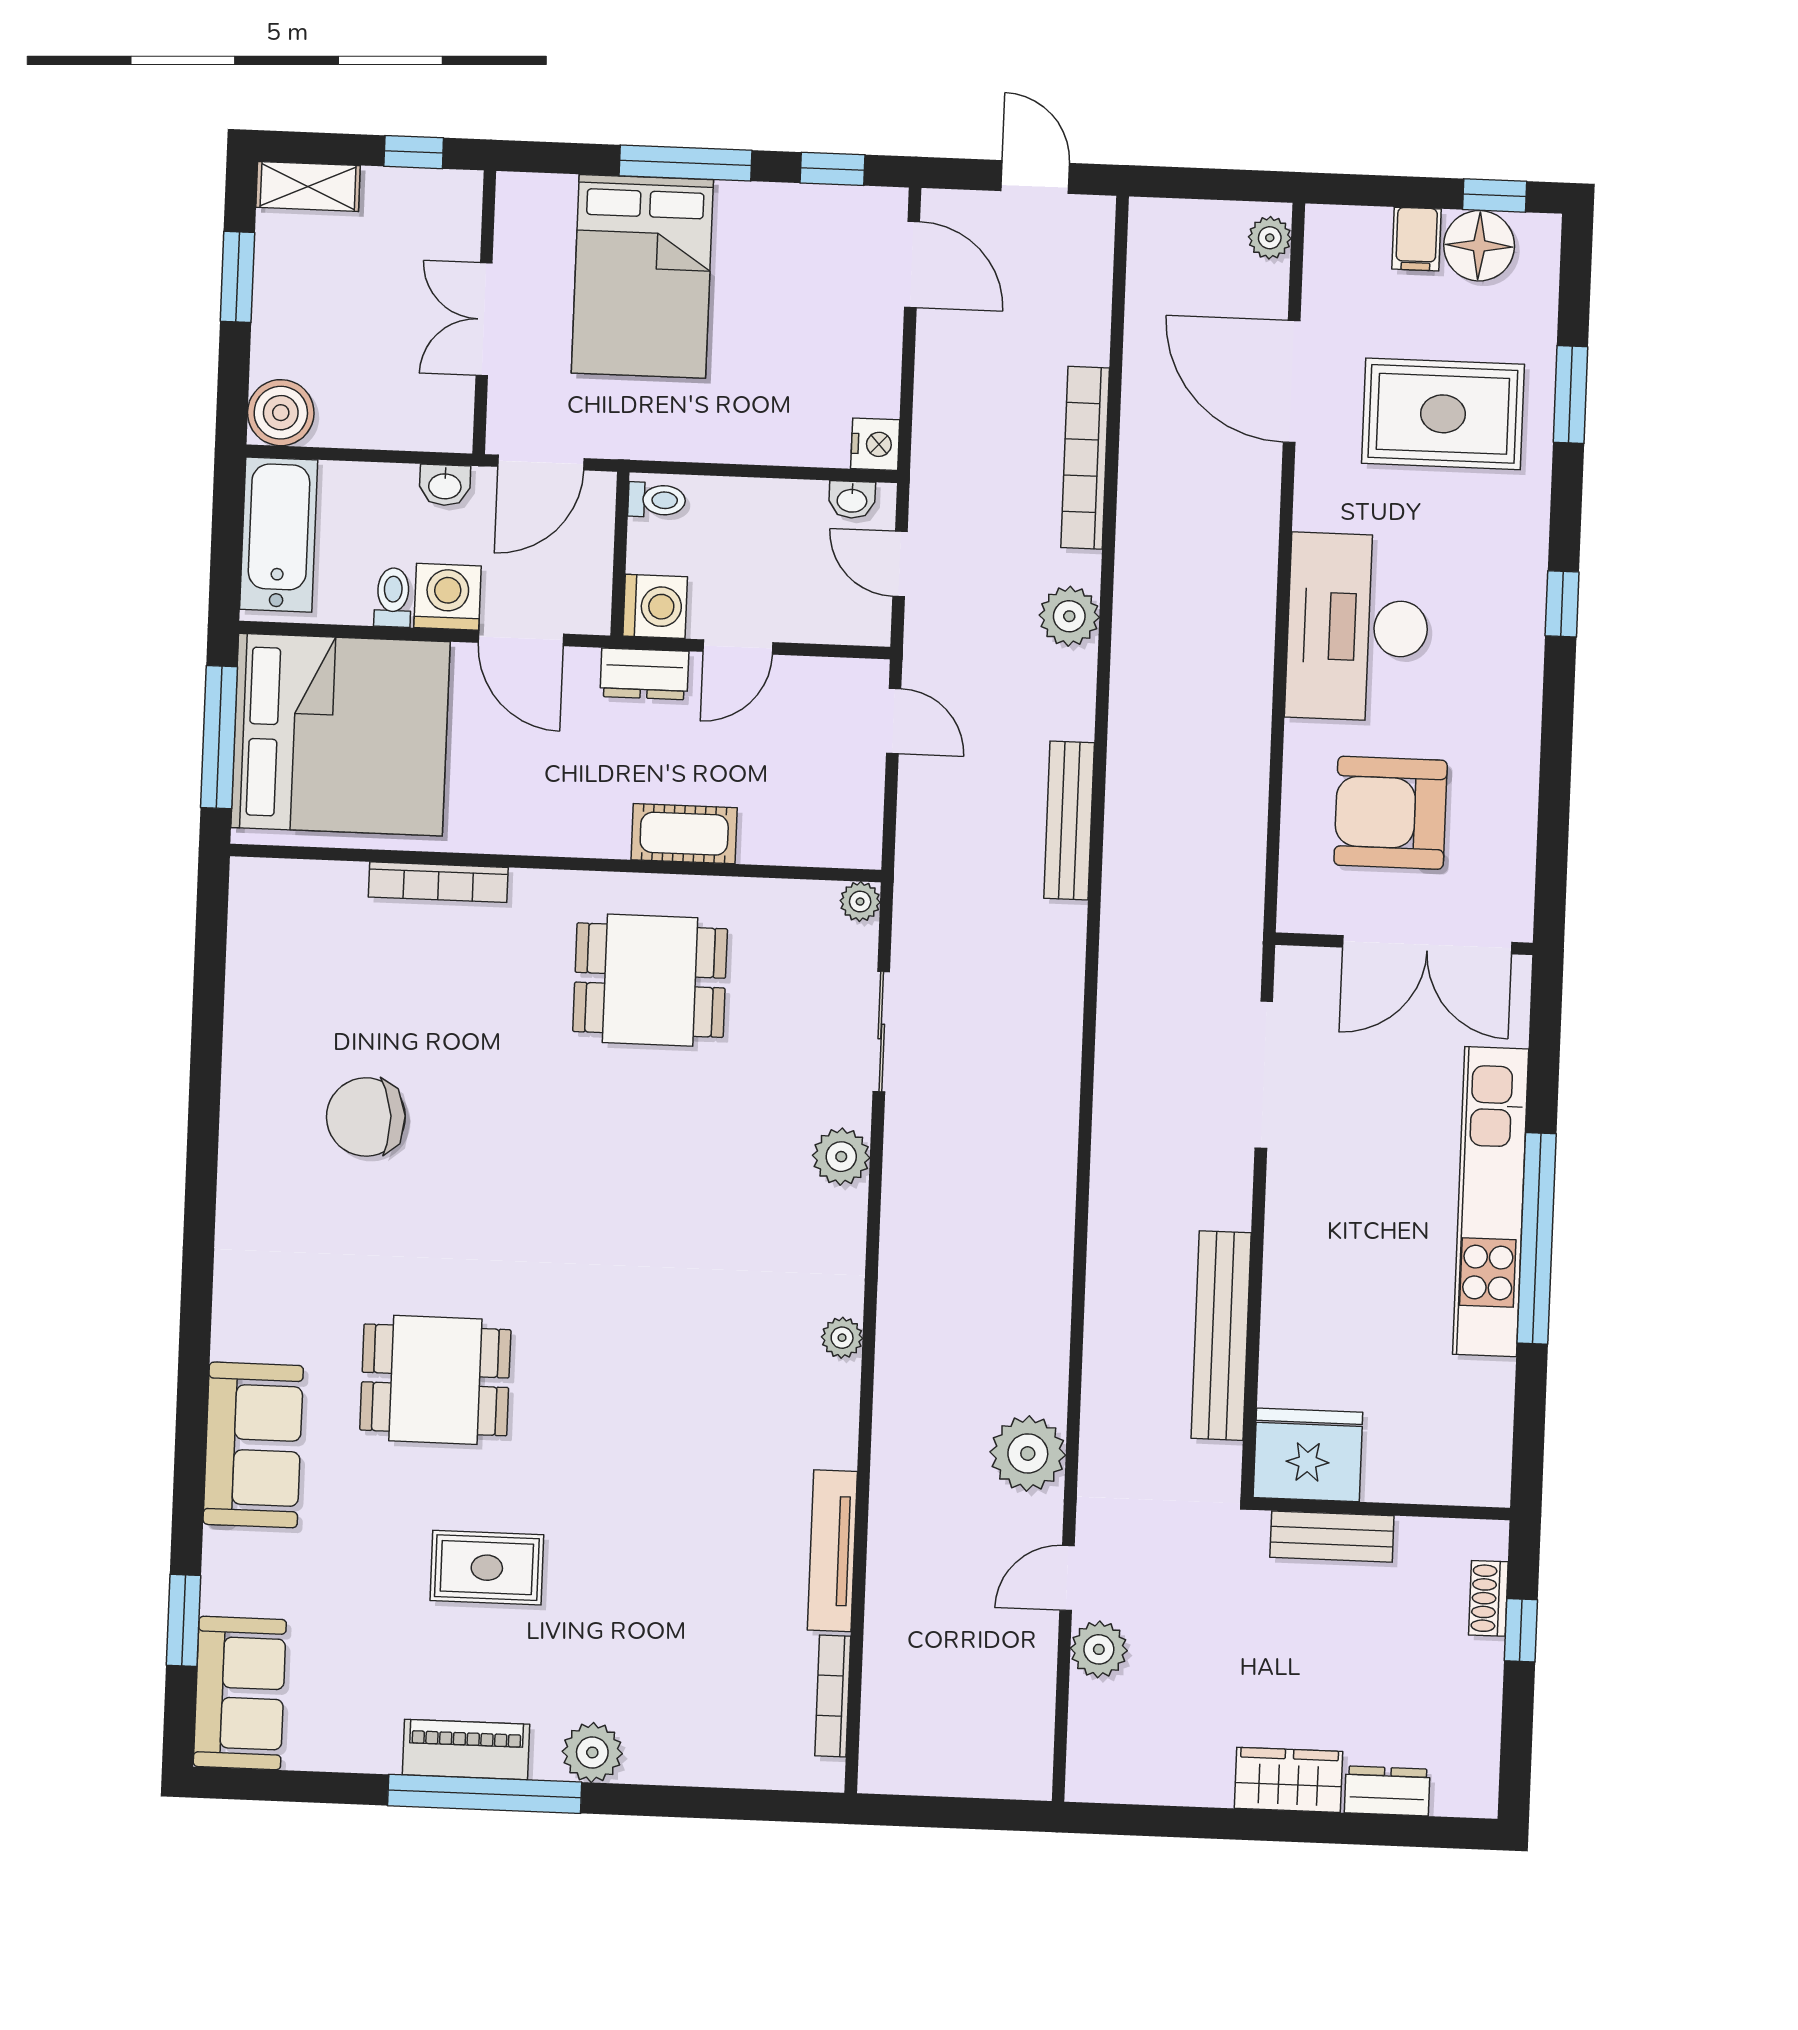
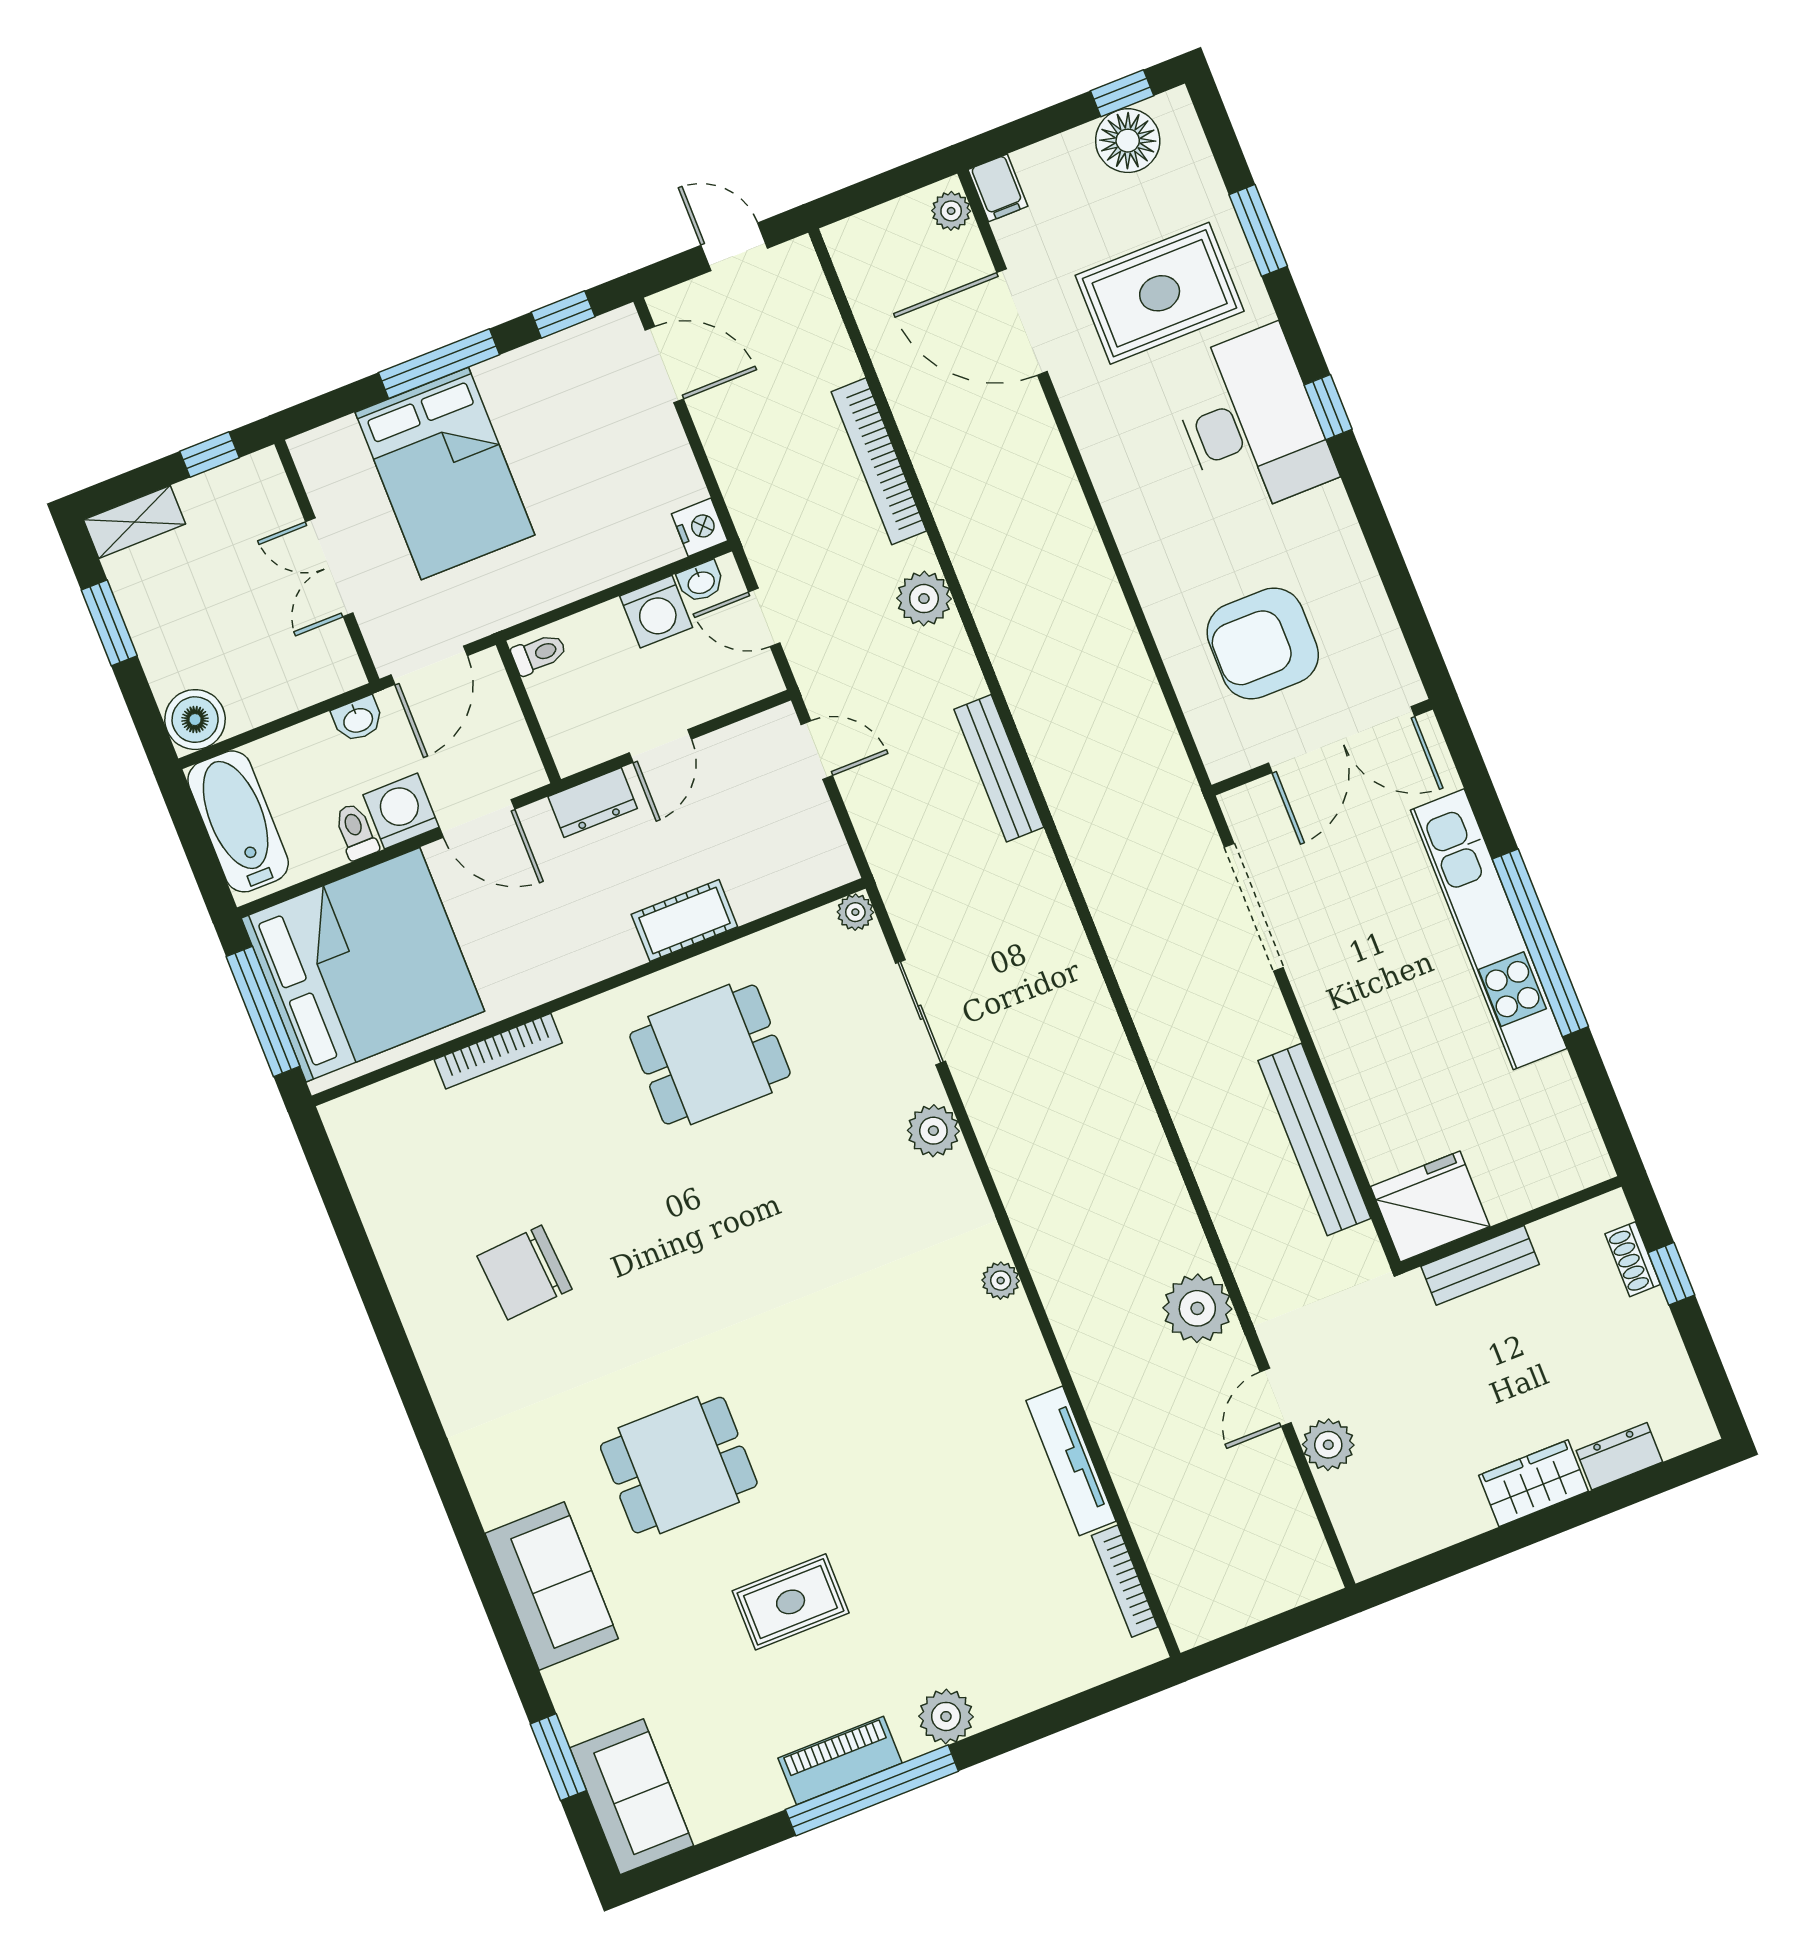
filing cabinet: (1417, 239) -> (998, 188), moved
washing machine: (655, 606) -> (656, 612), moved, turned 90
desk: (1358, 627) -> (1251, 422), moved, turned 180

